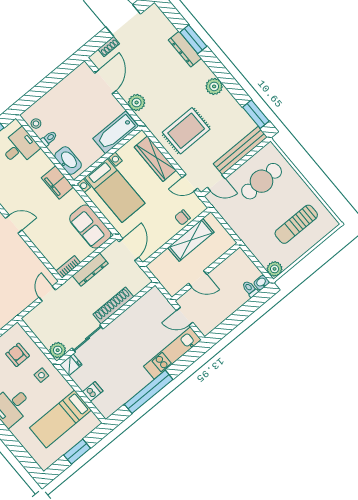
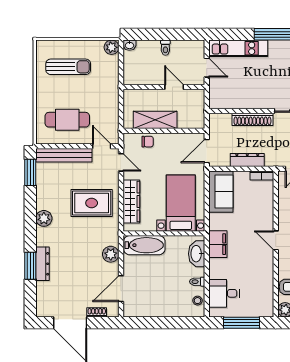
toilet: (250, 289) -> (165, 48), moved

